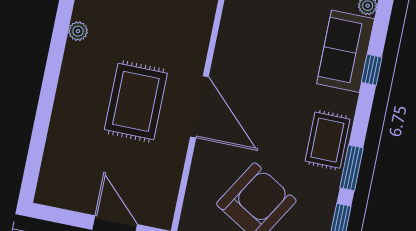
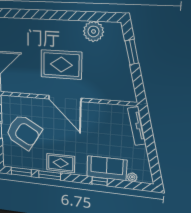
plant: (78, 31) -> (93, 31), width x1.88, depth x1.88
door: (199, 107) -> (65, 98), hinge flipped

